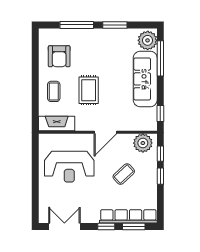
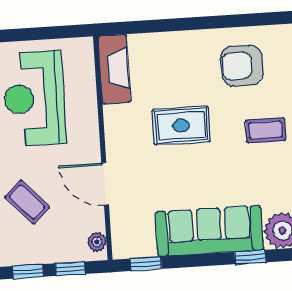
window: (160, 58) -> (250, 257), width x0.46
coffee table: (54, 91) -> (266, 130), moved
door: (105, 132) -> (105, 184), moved
plant: (143, 143) -> (97, 242), width x0.53, depth x0.53

